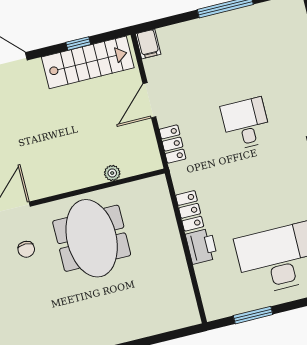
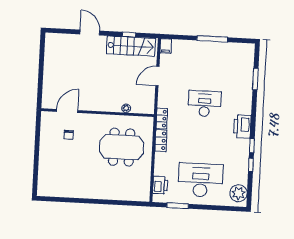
desk: (246, 124) -> (205, 104), width x1.37
locker: (173, 144) -> (162, 118), moved
meeting table: (92, 238) -> (122, 147), moved, turned 90
printer: (201, 246) -> (160, 185), moved

